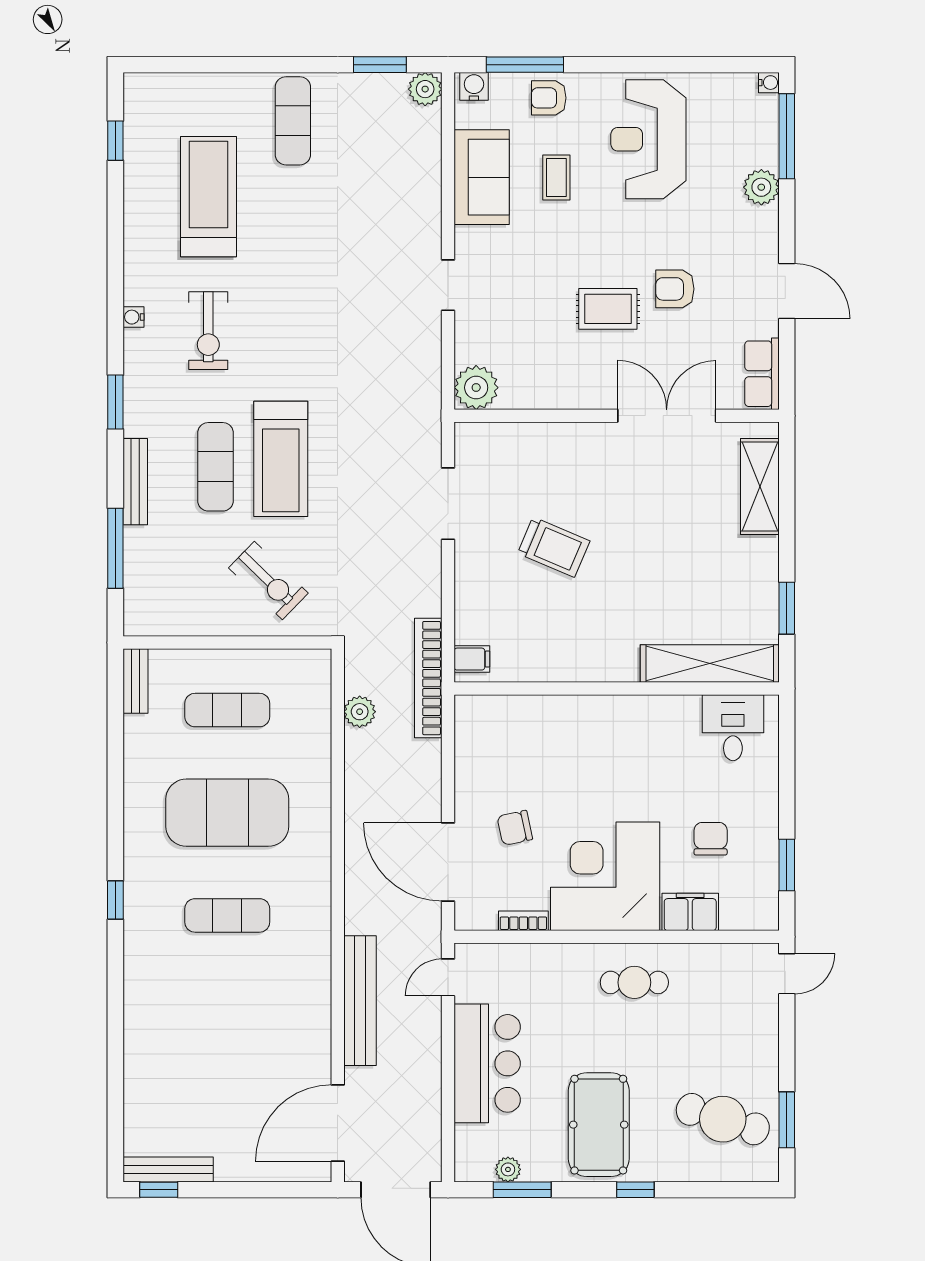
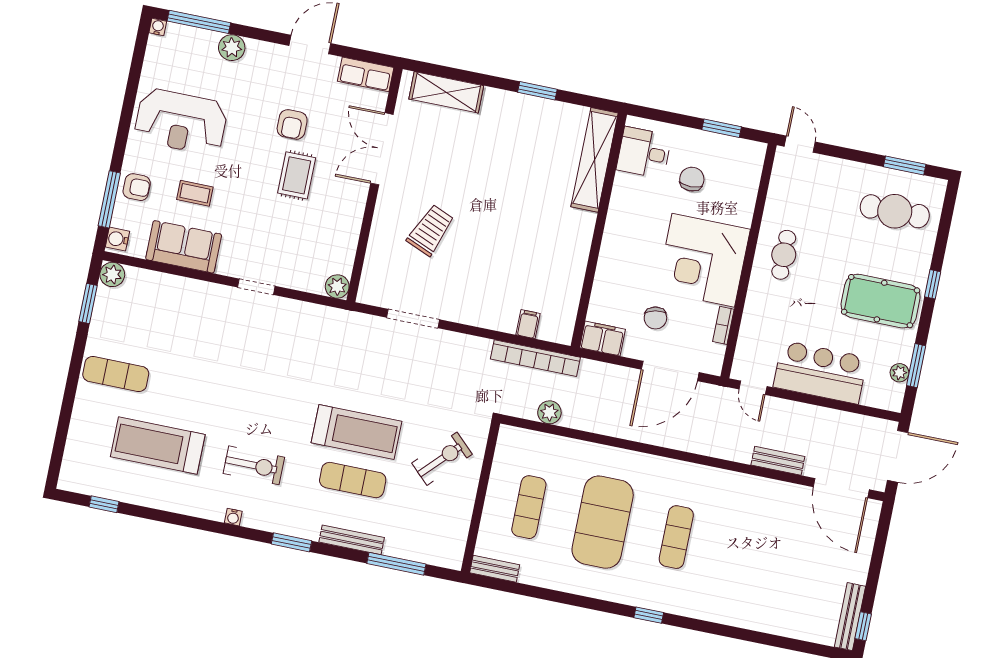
armchair: (549, 98) -> (137, 187), turned -90
plant: (476, 388) -> (337, 286), width x0.73, depth x0.73
trolley: (554, 547) -> (431, 230), moved
shelving: (710, 663) -> (595, 160), moved
wall: (617, 689) -> (599, 230), moved
desk: (733, 728) -> (644, 153), moved
chair: (711, 839) -> (692, 179), turned 90
filing cabinet: (690, 912) -> (602, 339), moved, turned 90
bench: (360, 1001) -> (778, 461), width x0.54, depth x0.82
cafe table: (723, 1119) -> (895, 211), turned 73

